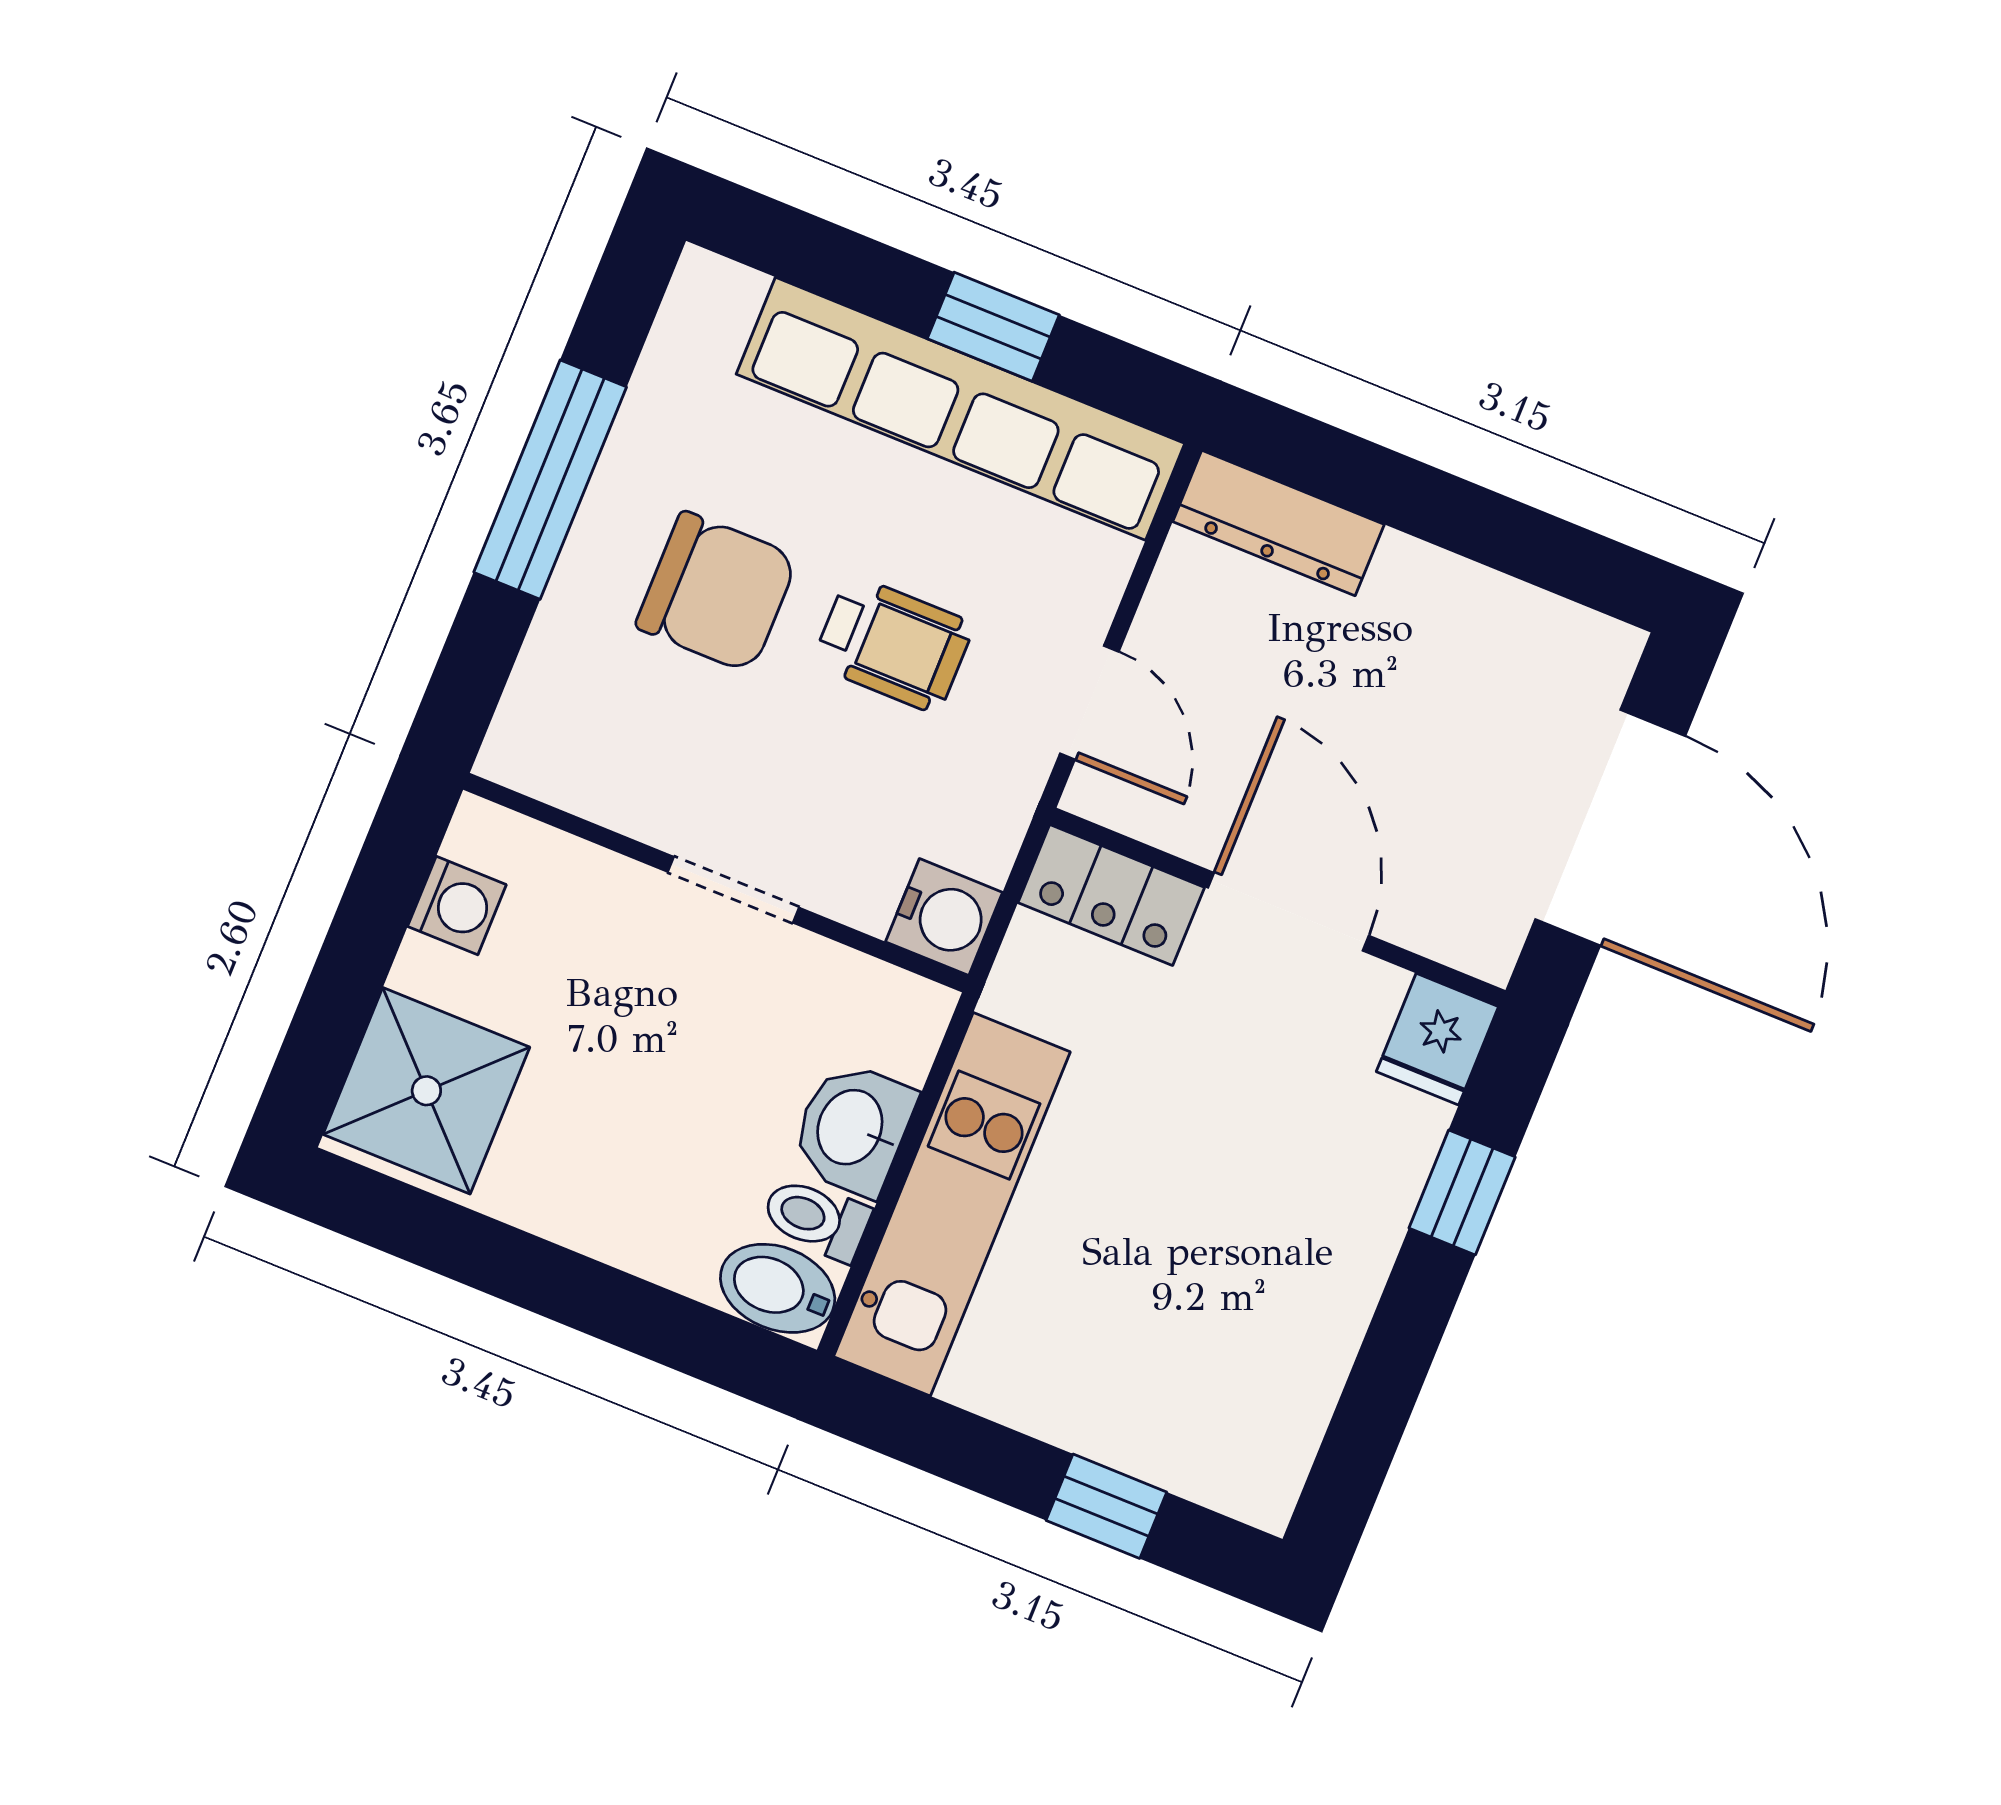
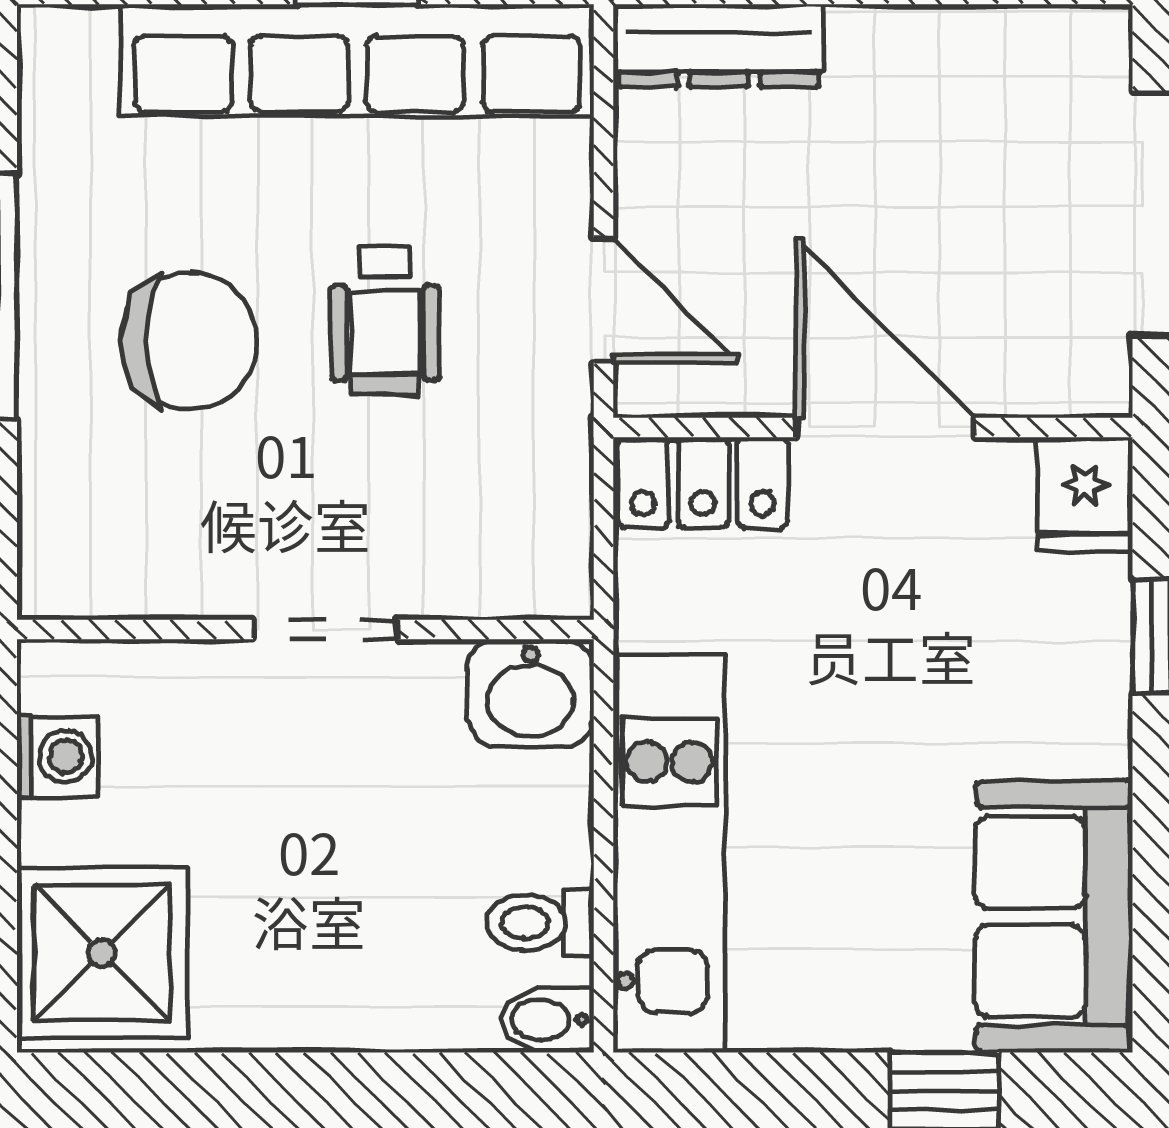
wheelchair: (893, 644) -> (385, 321), turned 90
water cooler: (944, 917) -> (546, 572), removed
washbasin: (853, 1128) -> (530, 693), moved, turned -90
bidet: (778, 1288) -> (547, 1020), width x0.72, depth x0.74
sofa: (1262, 1394) -> (1054, 917), added

